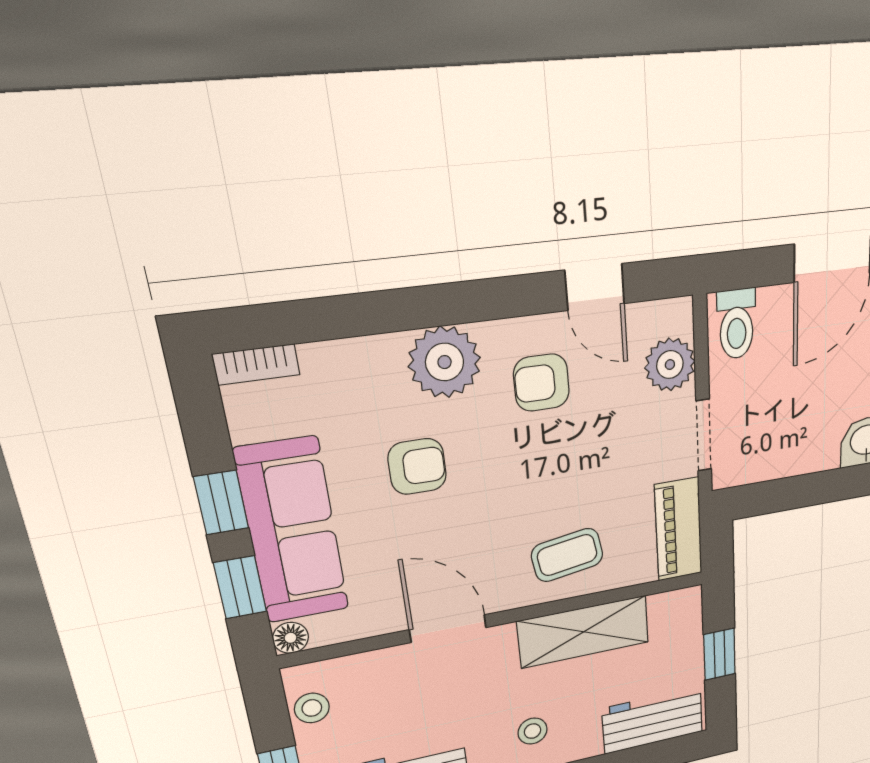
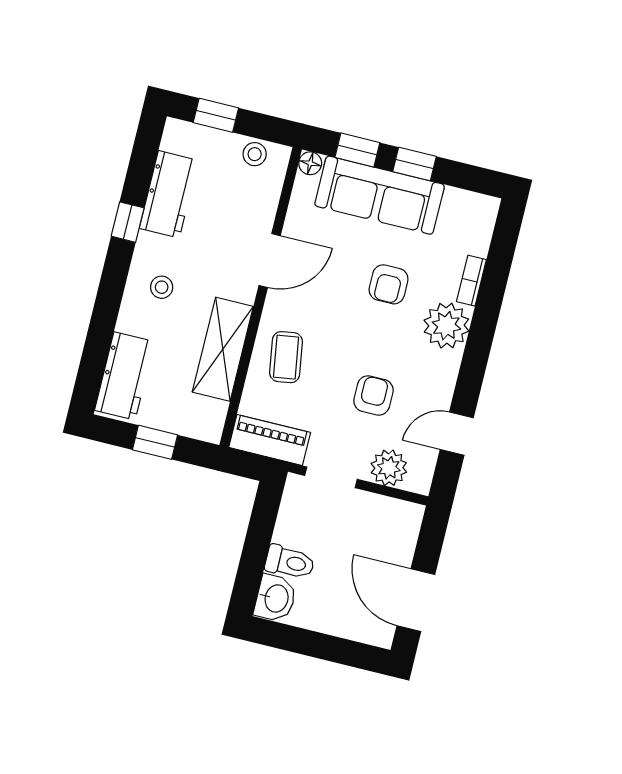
toilet: (736, 324) -> (290, 562), moved, turned 180
bookcase: (256, 364) -> (471, 281), moved
armchair: (541, 383) -> (373, 395), moved

